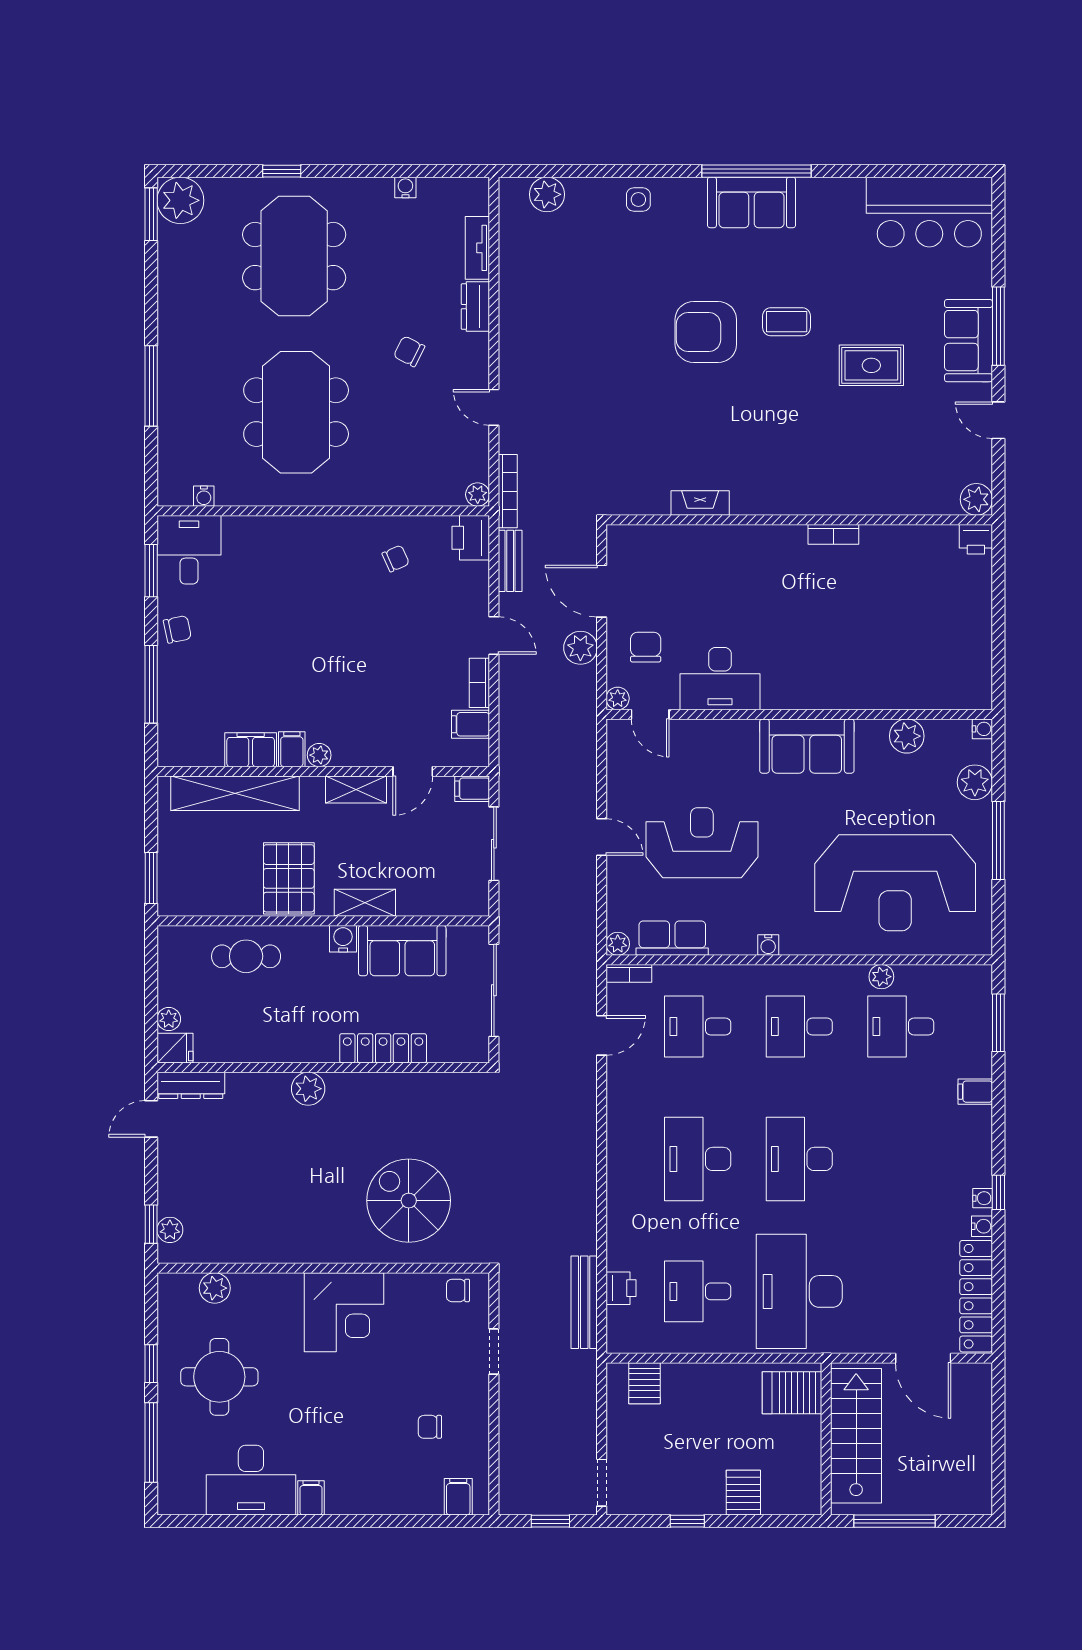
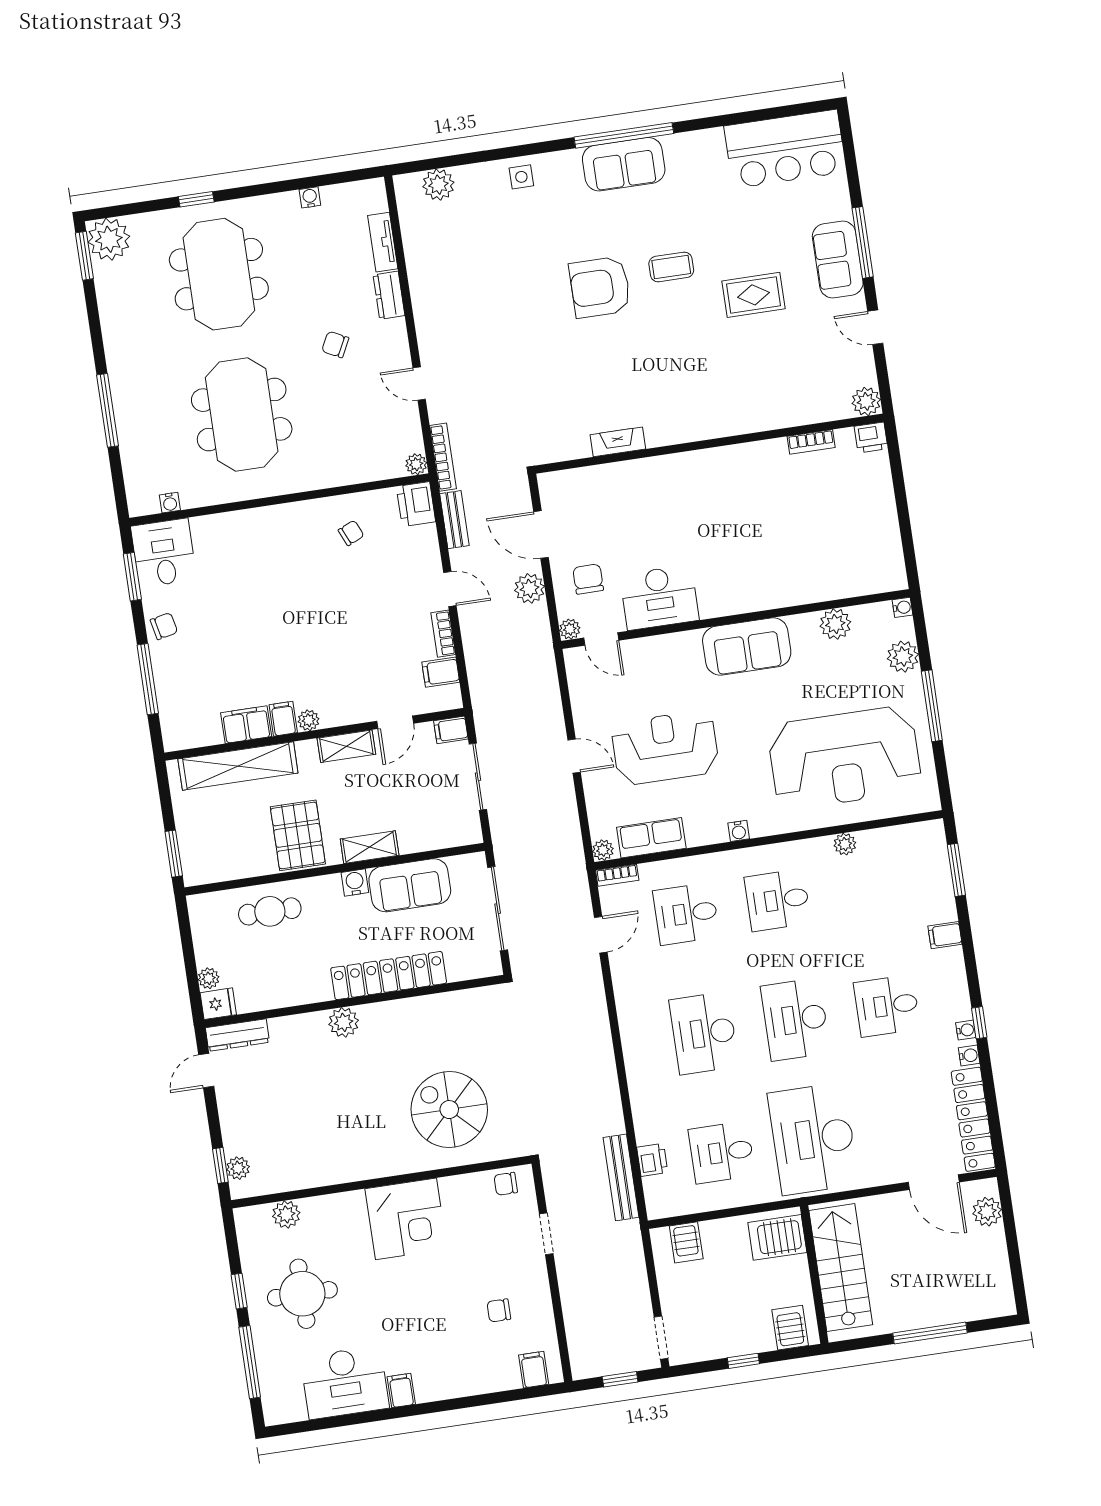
bookcase: (833, 534) -> (811, 442), moved
desk: (901, 1026) -> (887, 1006), moved
locker: (383, 1048) -> (389, 976), width x1.41, depth x1.21
server rack: (792, 1393) -> (777, 1237), moved
plant: (976, 1399) -> (987, 1212), added
stairs: (856, 1436) -> (841, 1268), moved
wall: (826, 1439) -> (814, 1274), moved

